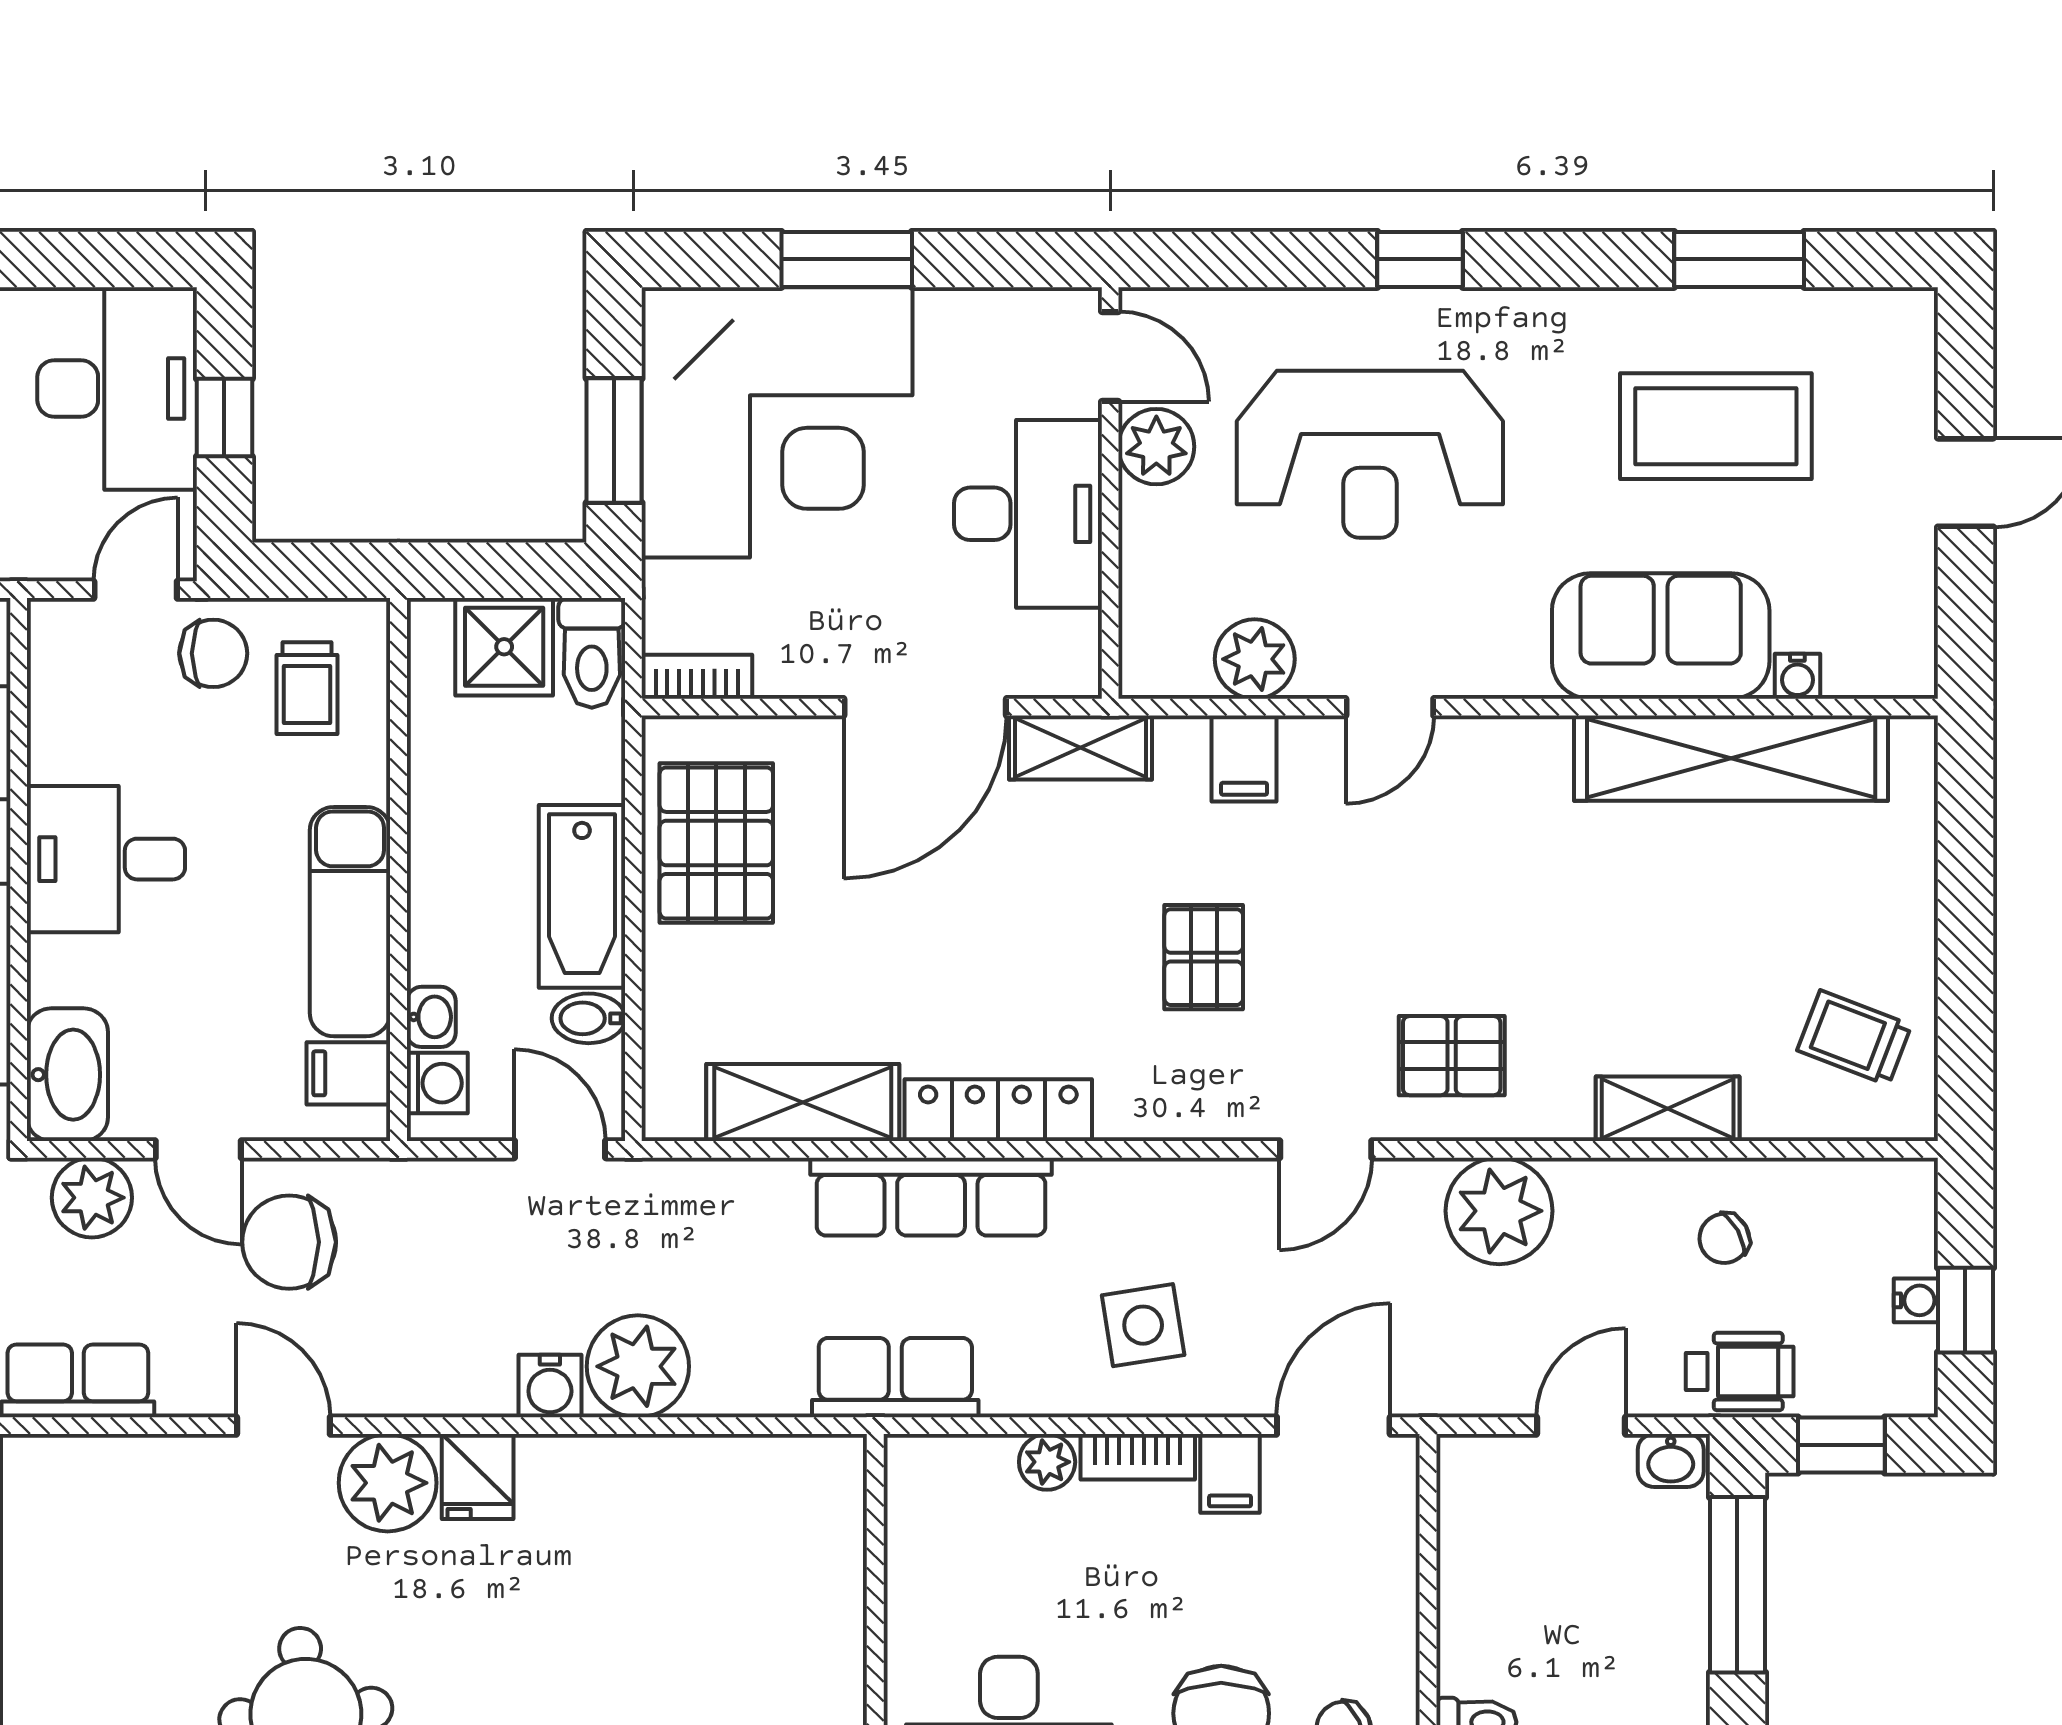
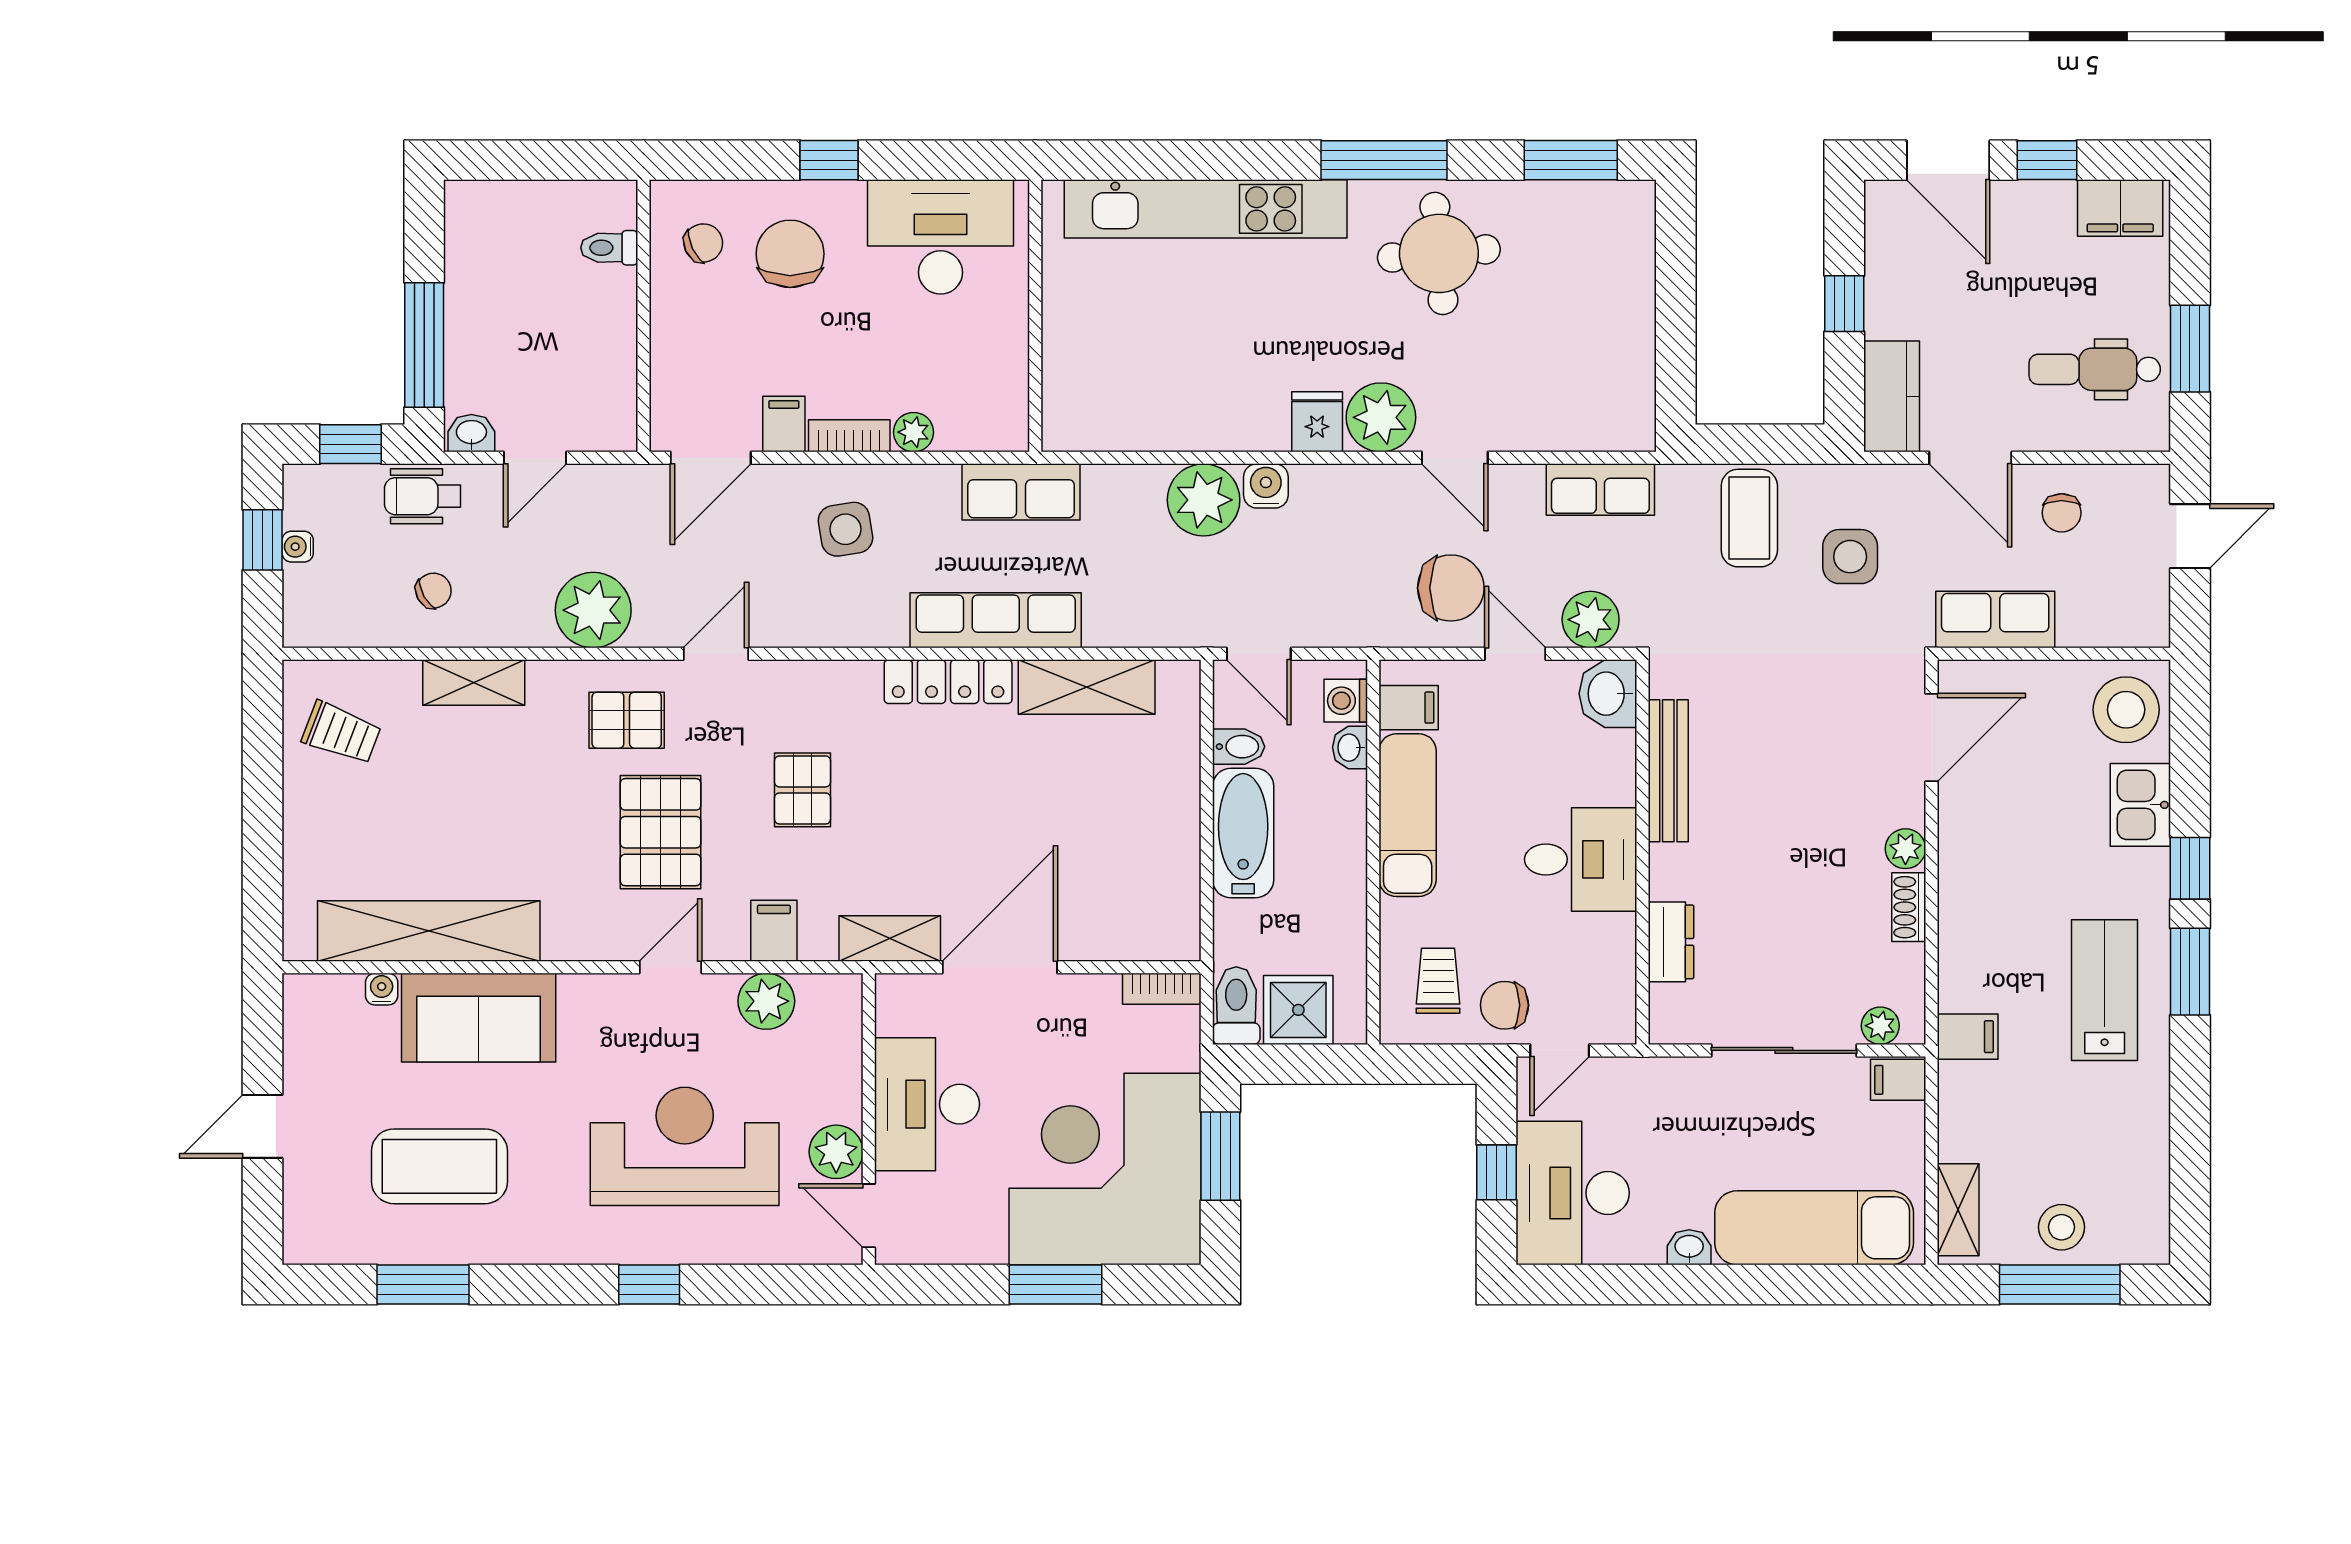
pallet: (716, 843) -> (661, 832), moved
washbasin: (67, 1075) -> (1608, 694), width x0.72

